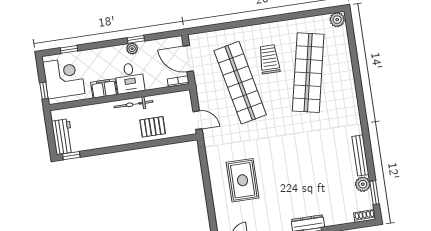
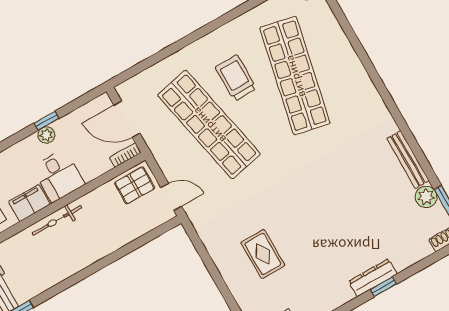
bicycle: (134, 104) -> (57, 220), moved
pallet: (153, 127) -> (135, 185), moved
rug: (243, 180) -> (263, 254), width x0.73, depth x0.70

